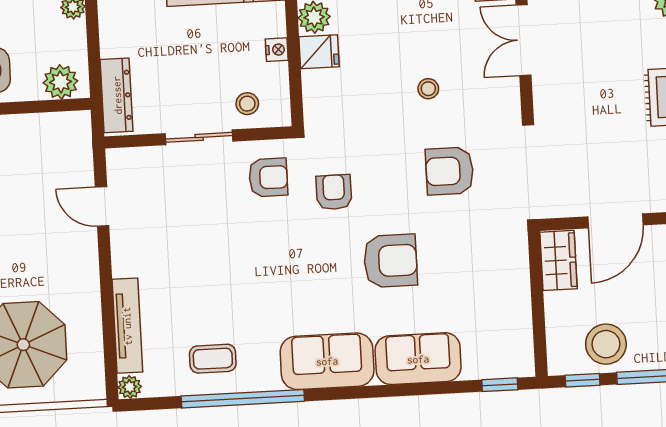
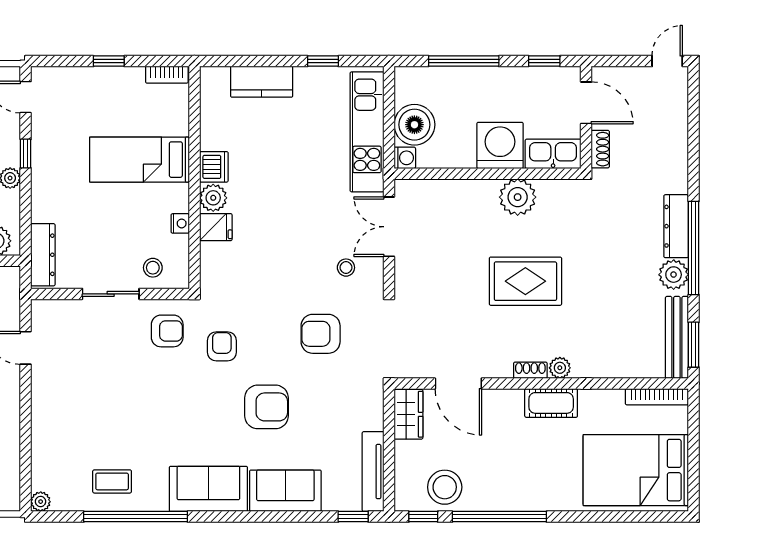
stool: (428, 89) -> (346, 268), moved
door: (615, 221) -> (458, 384), hinge flipped
tv unit: (127, 326) -> (373, 472), moved, turned 180

